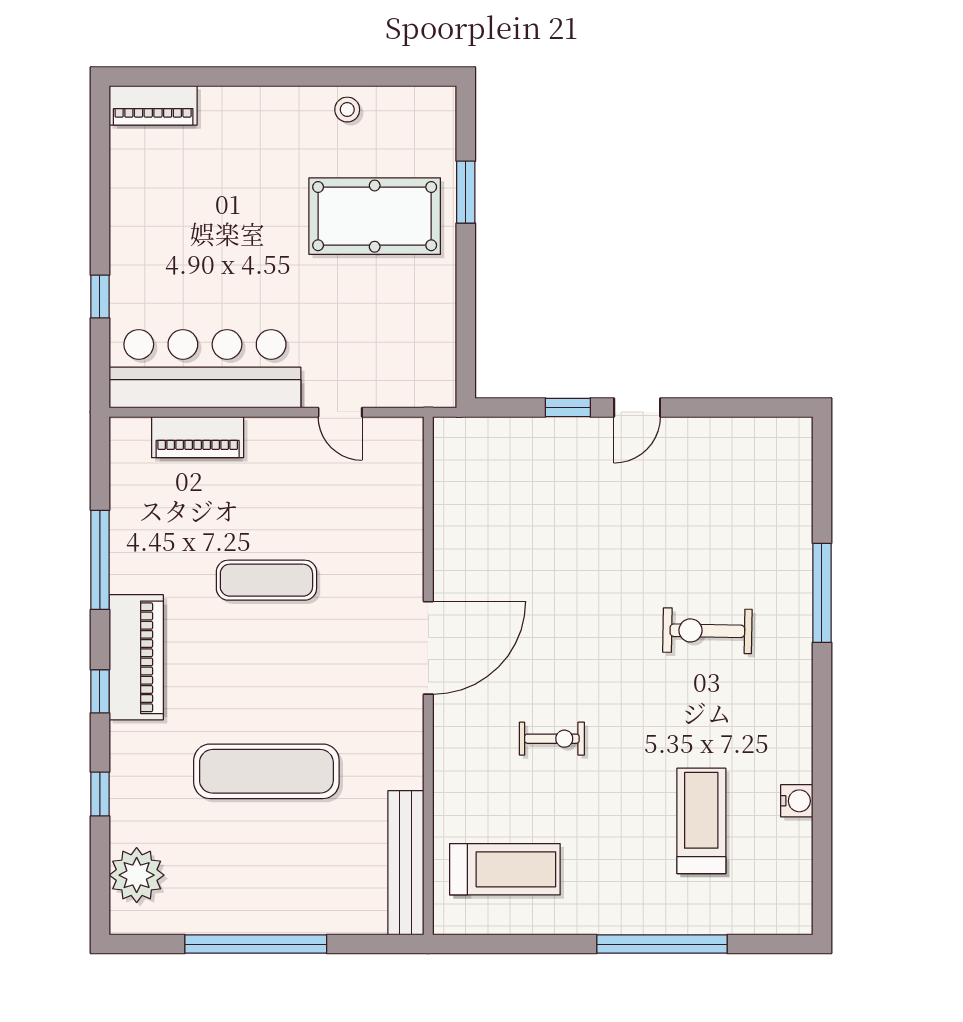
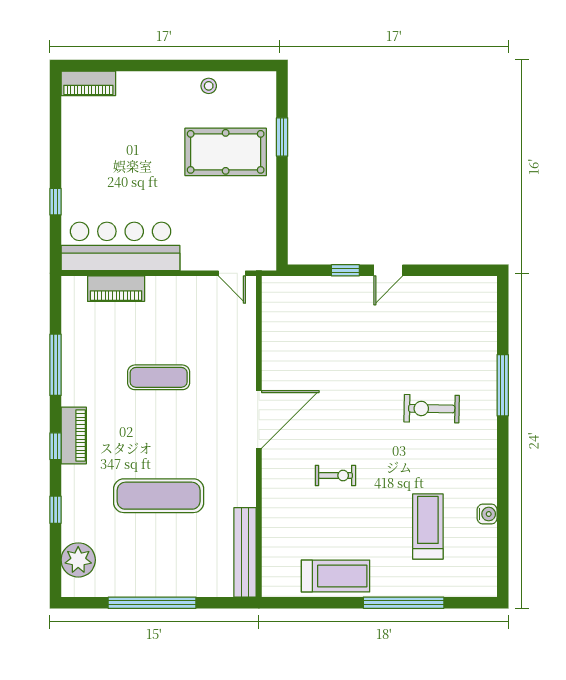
door: (340, 412) -> (232, 273), moved
piano: (136, 657) -> (74, 436), width x0.73, depth x0.75
treadmill: (505, 869) -> (336, 576), moved

